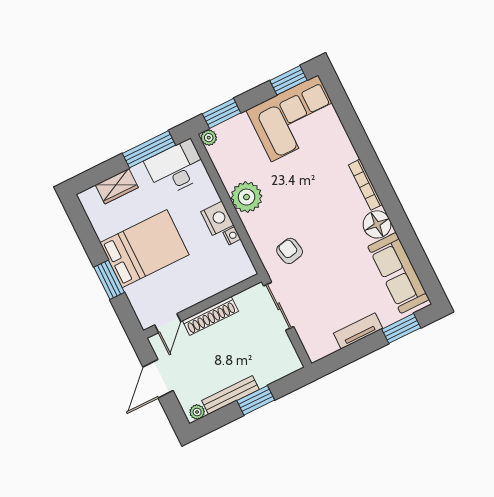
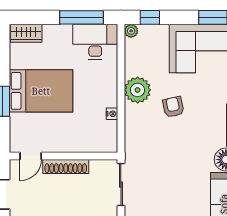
window: (222, 113) -> (150, 17), width x0.67
wardrobe: (117, 186) -> (26, 33), moved
nightstand: (217, 218) -> (107, 95), removed
armchair: (290, 251) -> (173, 107), moved

